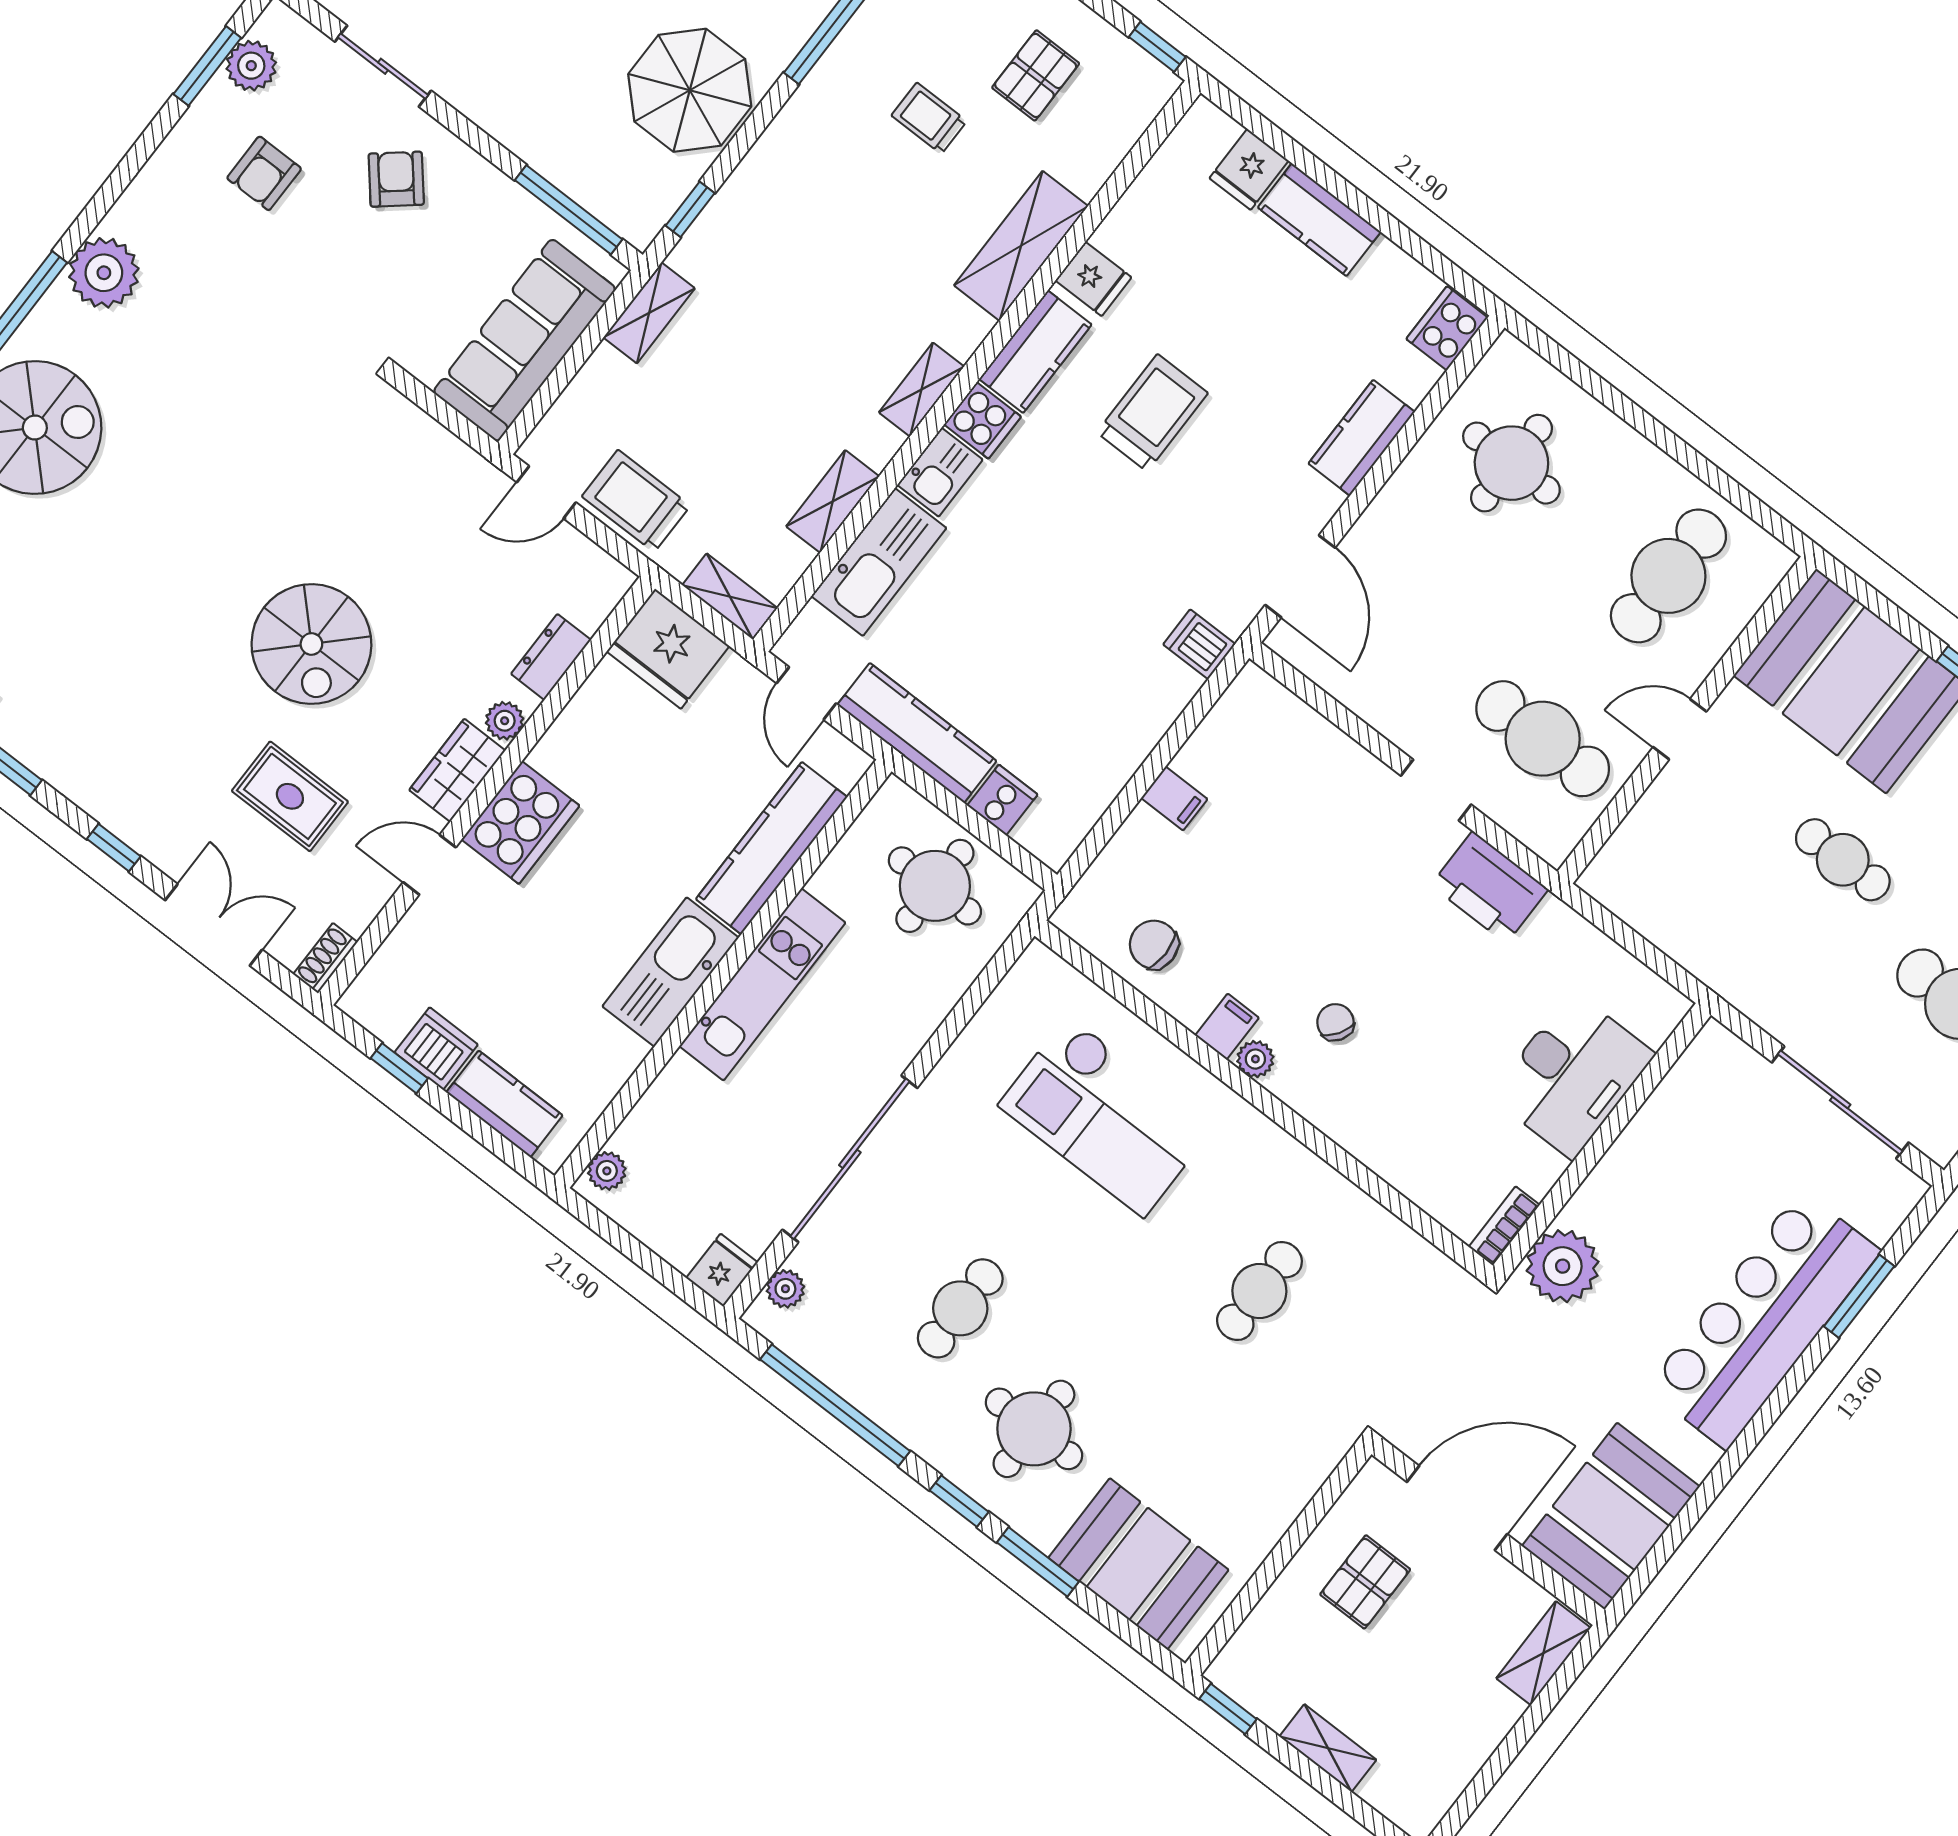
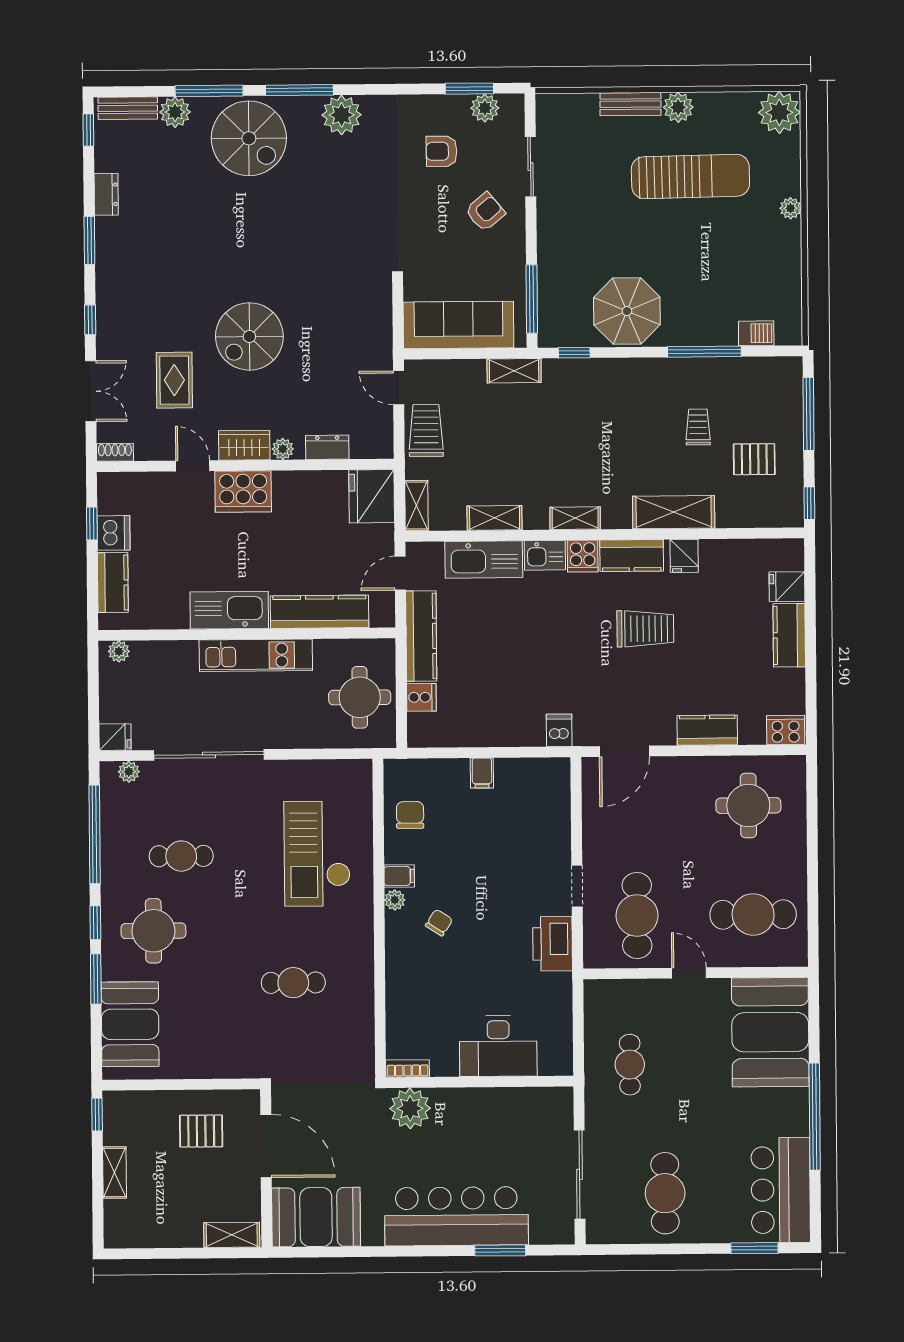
cafe table: (1843, 860) -> (630, 1065), moved

